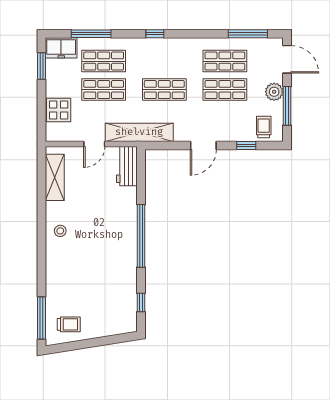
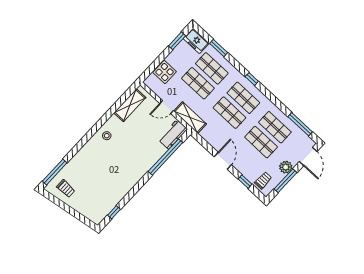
window: (91, 34) -> (219, 48), width x0.69
shop shelf: (164, 61) -> (243, 98), added
shelving: (139, 132) -> (190, 118), width x0.68
door: (203, 146) -> (223, 161), swing flipped
window: (141, 236) -> (165, 157), moved

